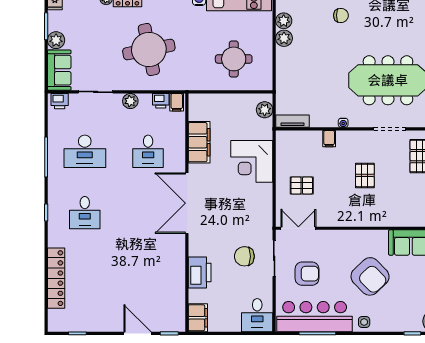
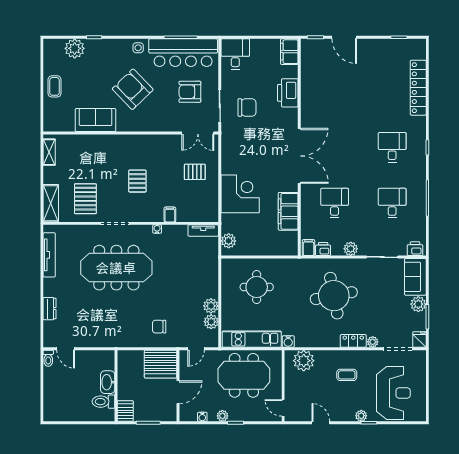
desk: (85, 151) -> (392, 203), width x0.73

